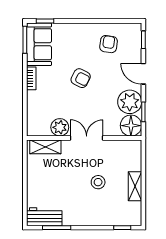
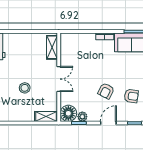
armchair: (81, 78) -> (106, 91), moved
plant: (130, 102) -> (82, 117), width x0.53, depth x0.53
plant: (60, 127) -> (67, 58), removed
shelving: (135, 186) -> (46, 116), moved

